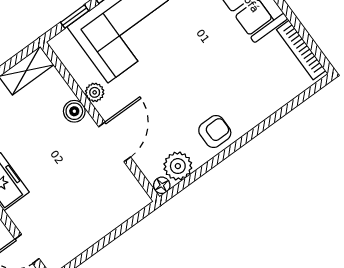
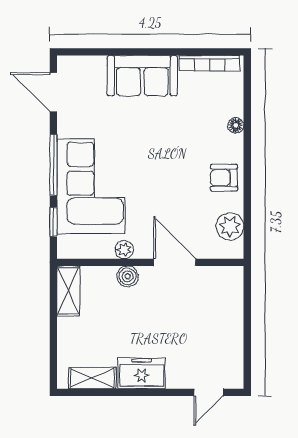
armchair: (215, 132) -> (224, 178), turned -90
floor lamp: (162, 185) -> (236, 125), moved

